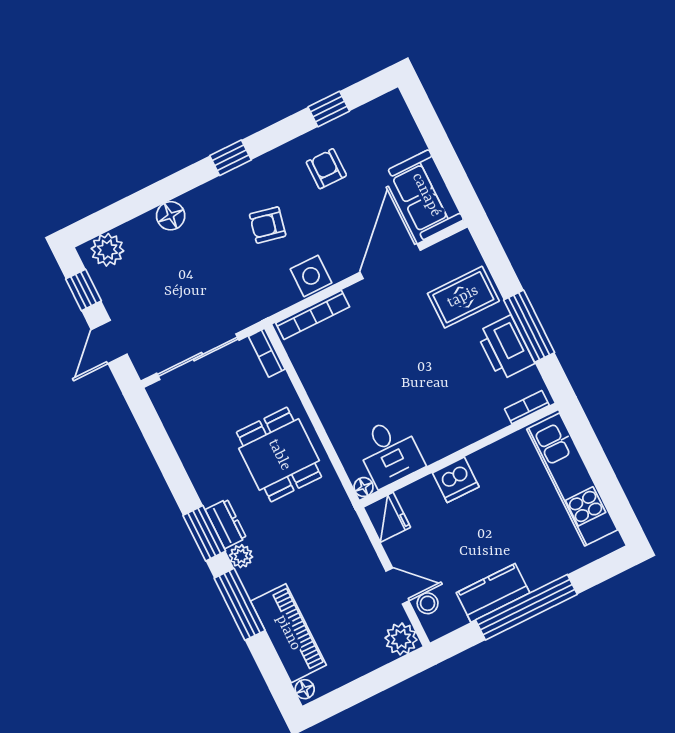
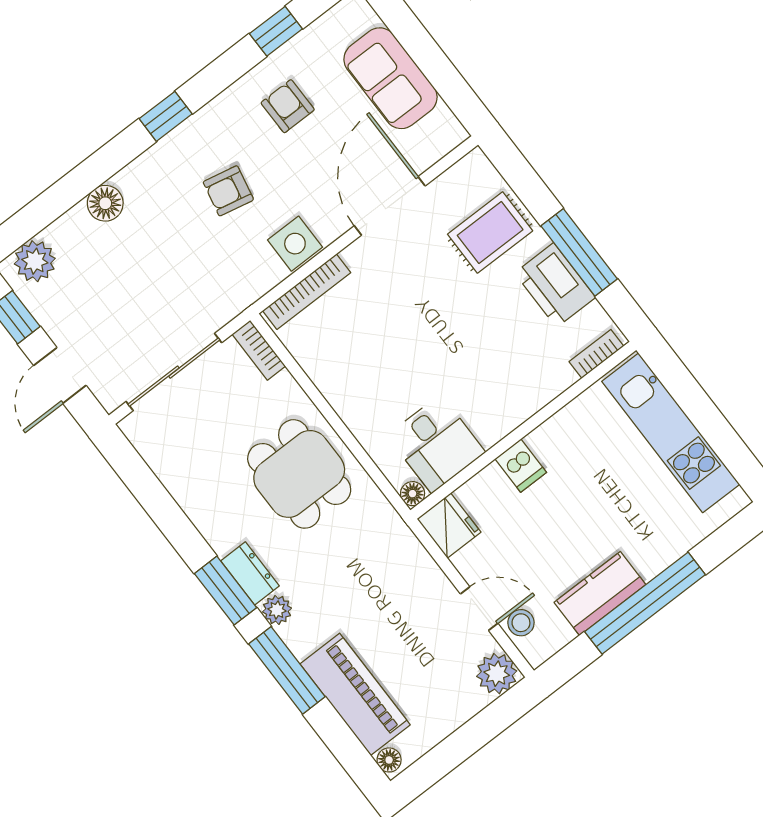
sofa: (426, 195) -> (391, 78), moved
dishwasher: (456, 480) -> (521, 466), width x0.73

